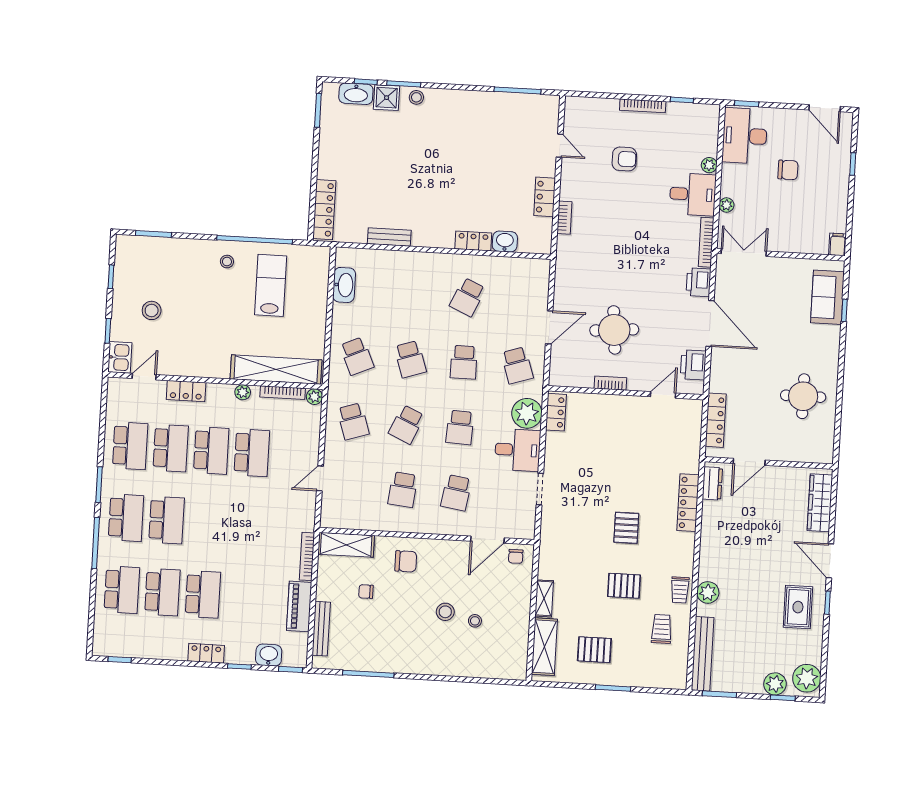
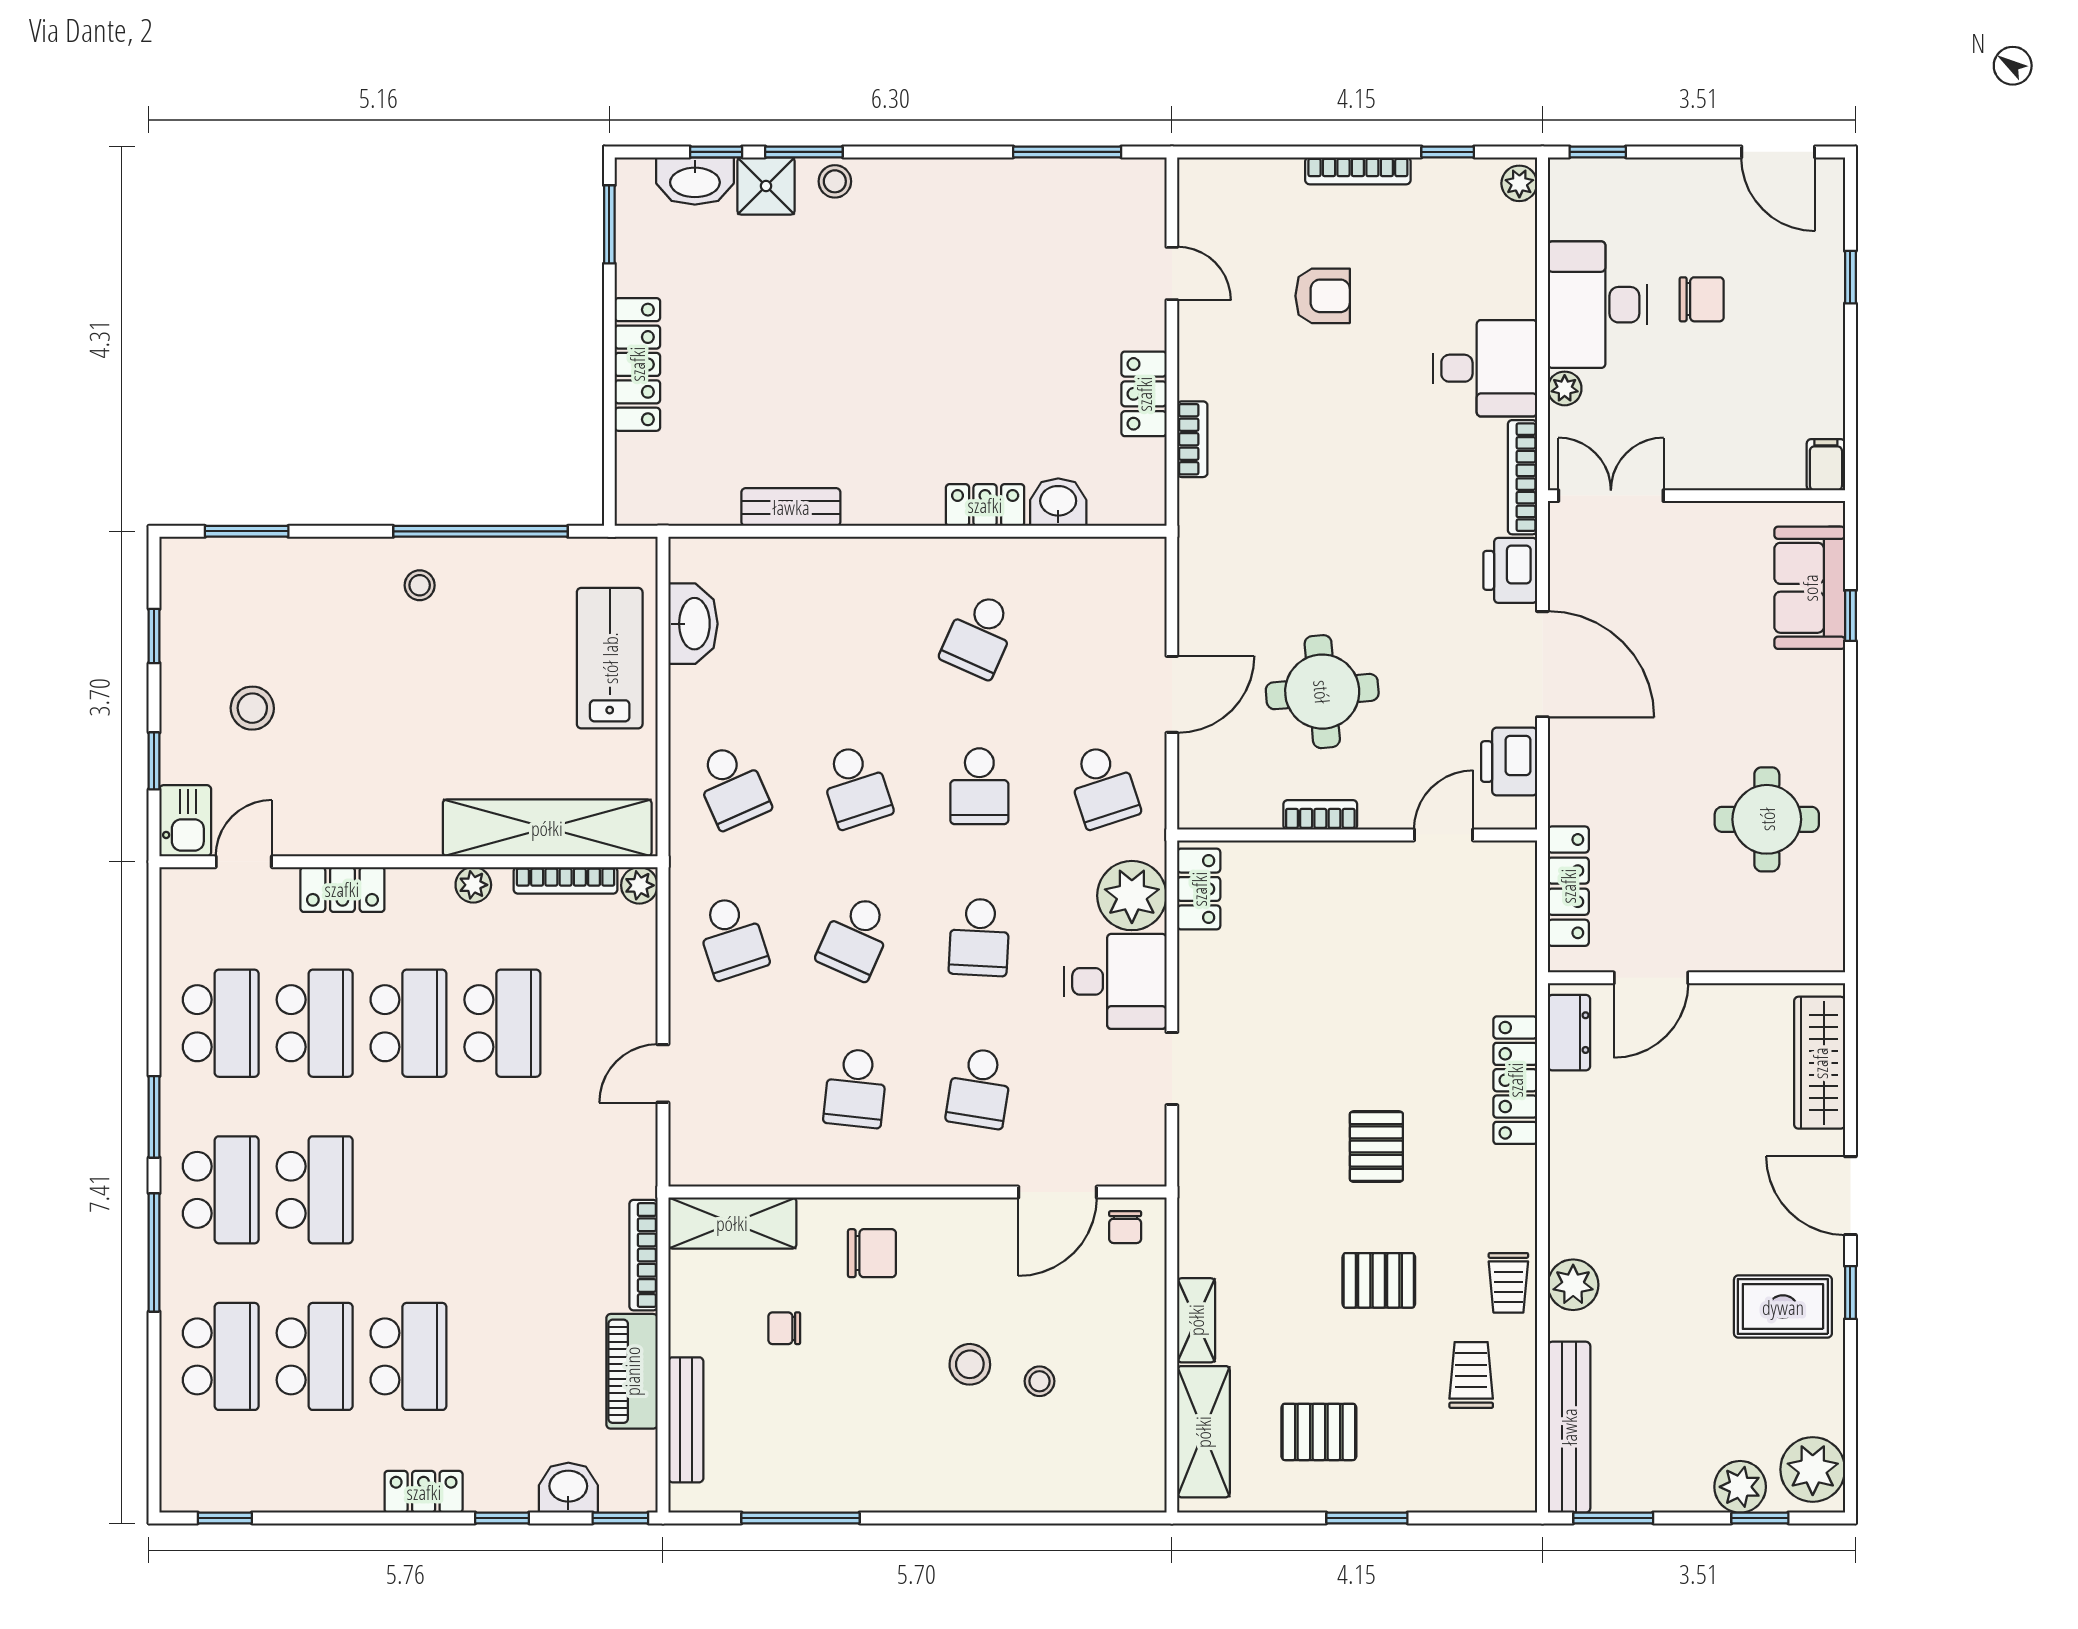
desk: (745, 136) -> (1597, 305), moved
plant: (709, 165) -> (1519, 183), moved
locker: (324, 210) -> (637, 364), moved
lab bench: (271, 285) -> (610, 658), moved
rug: (798, 607) -> (1783, 1307), turned 90

